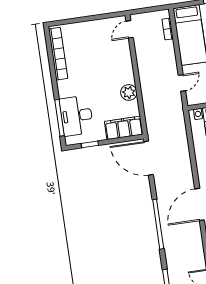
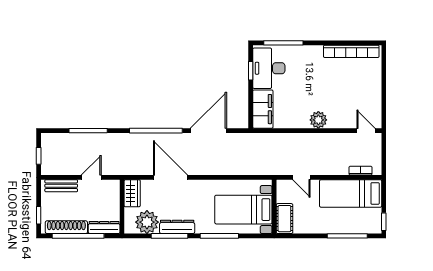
plant: (129, 93) -> (318, 120), moved
desk: (76, 116) -> (269, 68), moved, turned -90
door: (148, 158) -> (208, 131), moved

